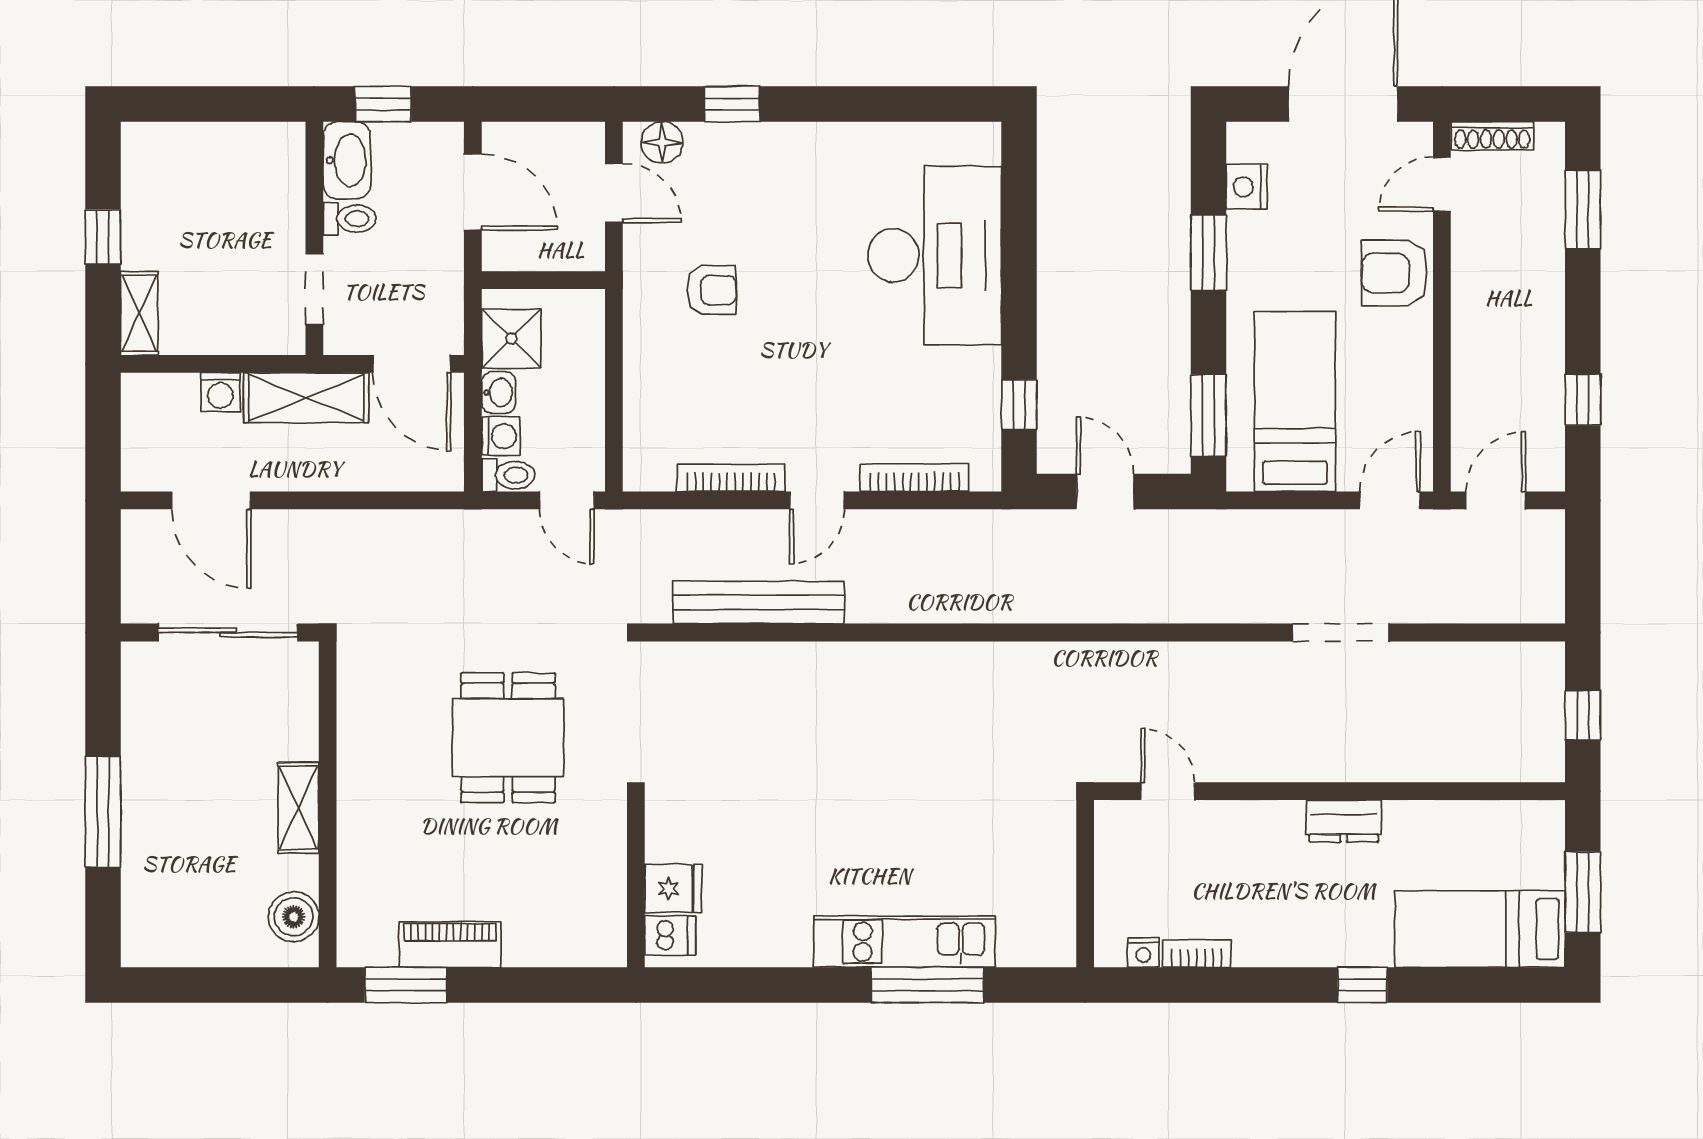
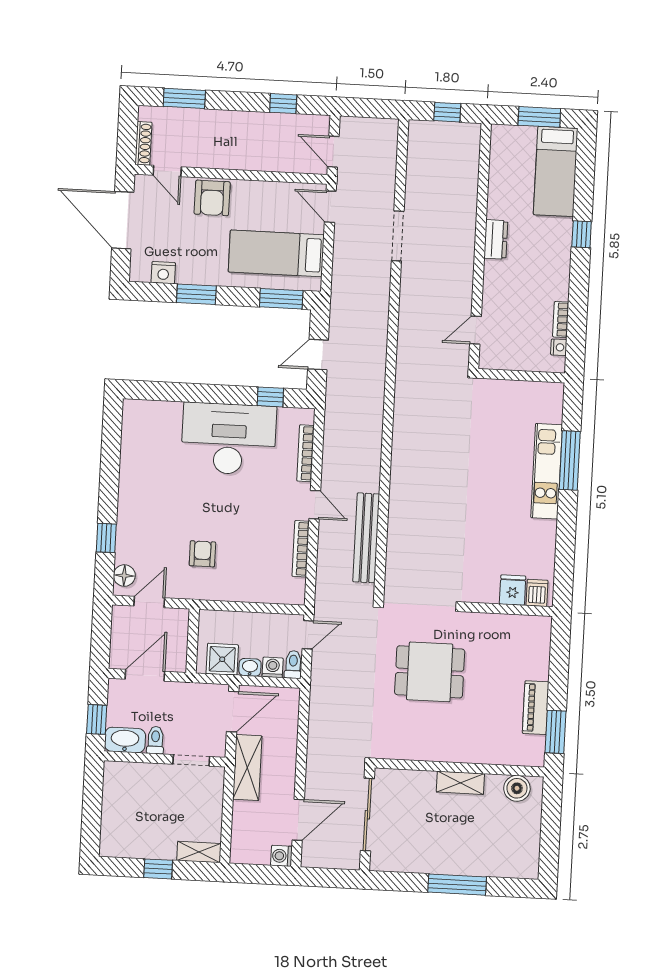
desk: (935, 255) -> (229, 439), moved
washing machine: (220, 392) -> (281, 856), moved, turned 180

